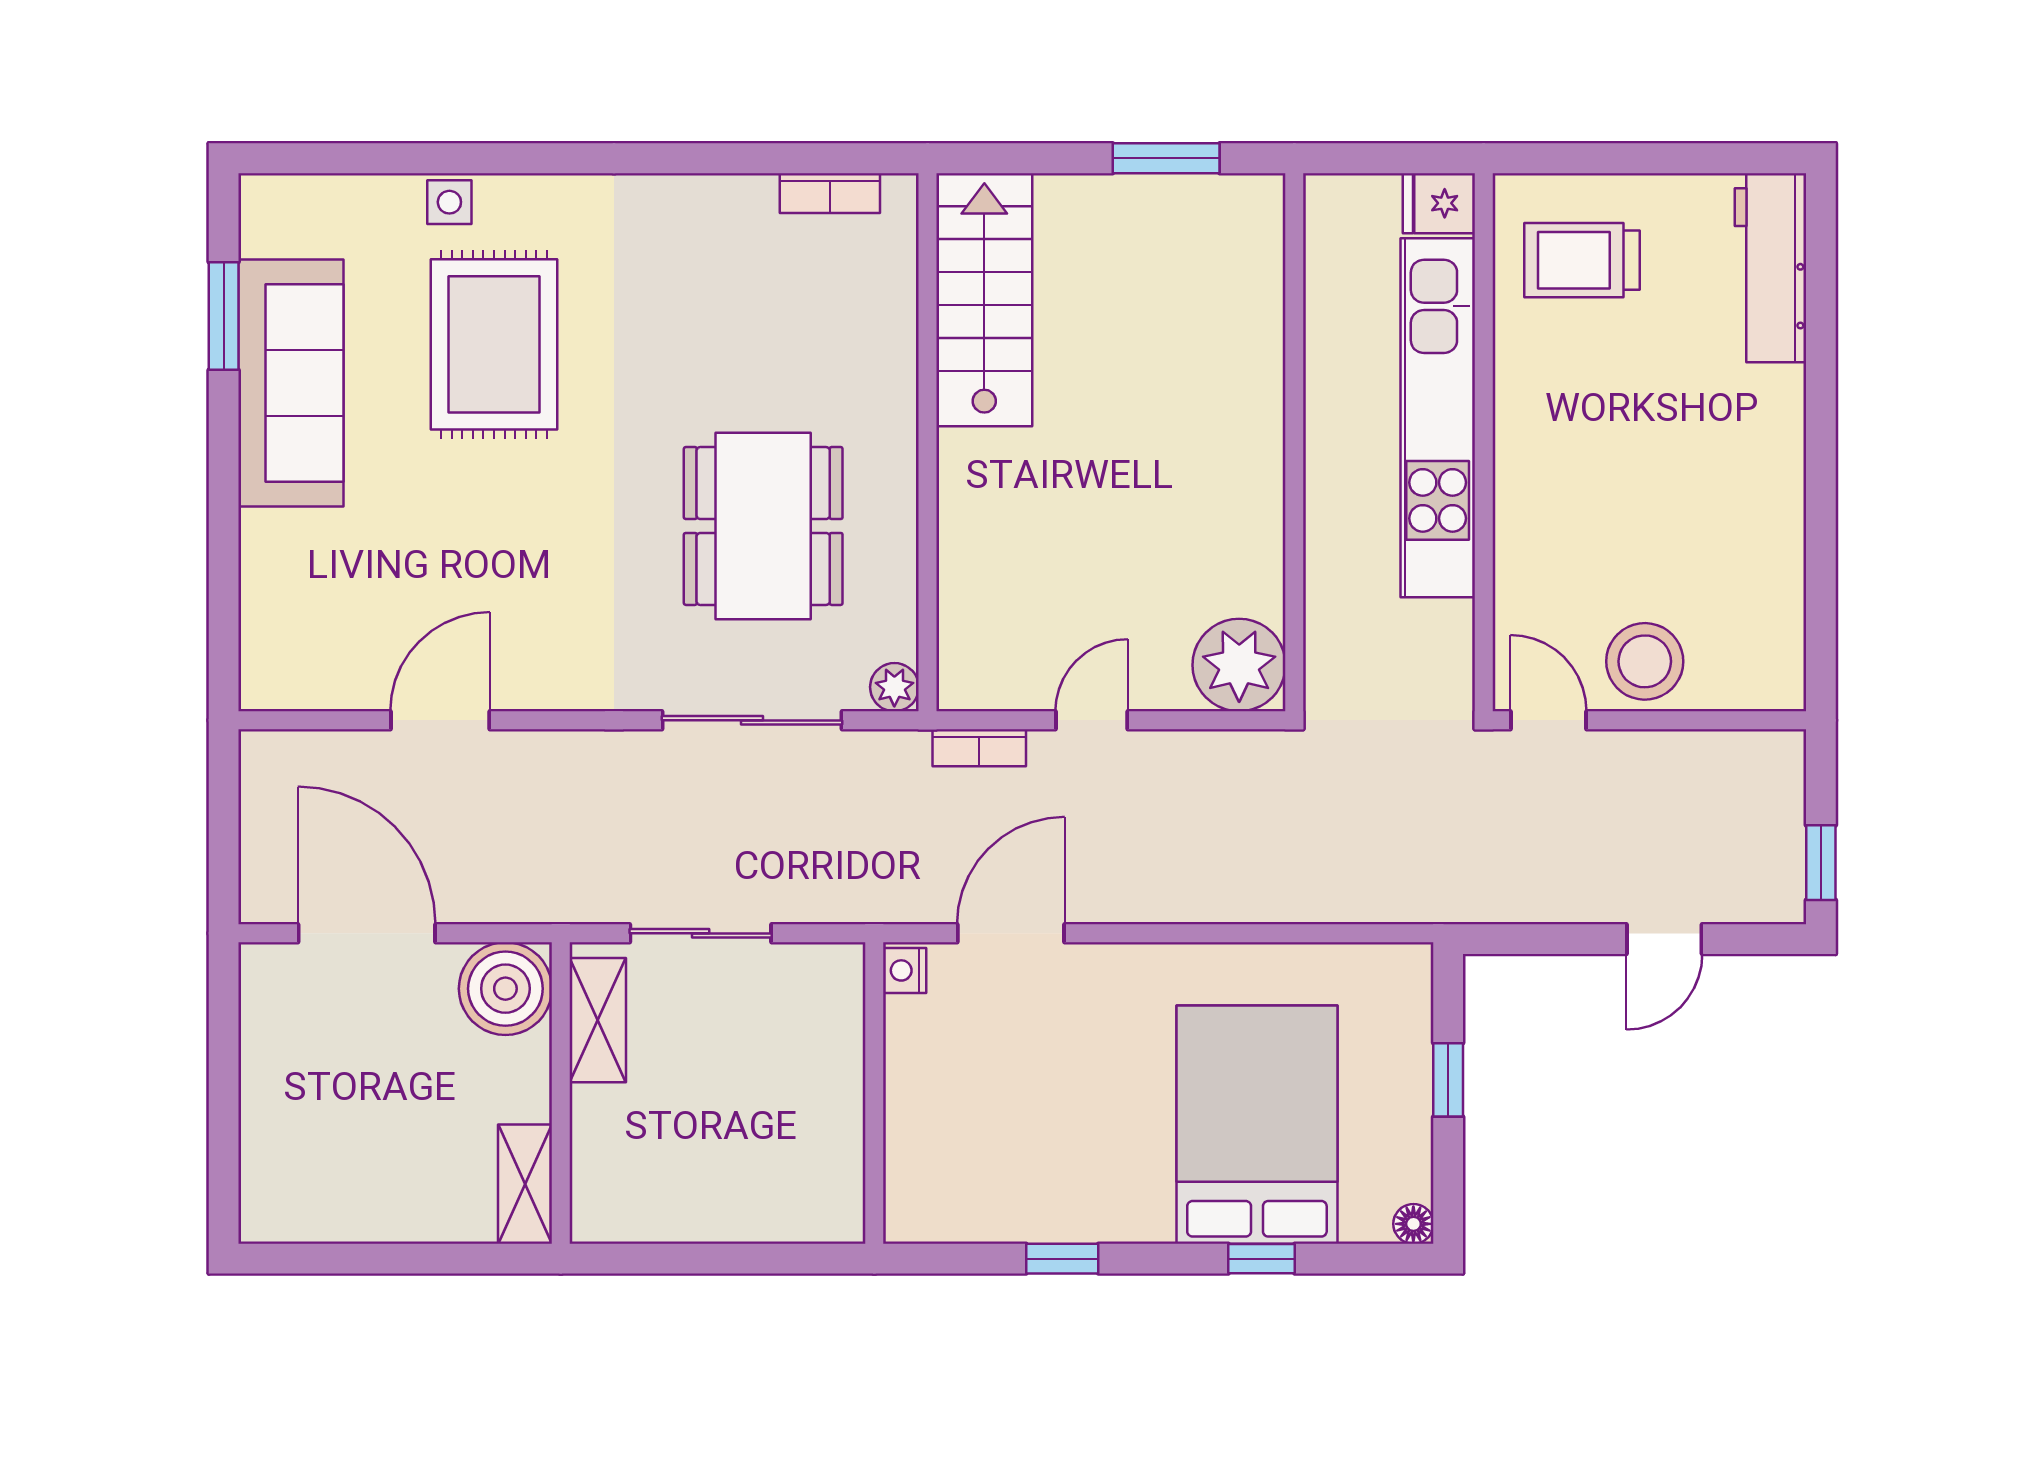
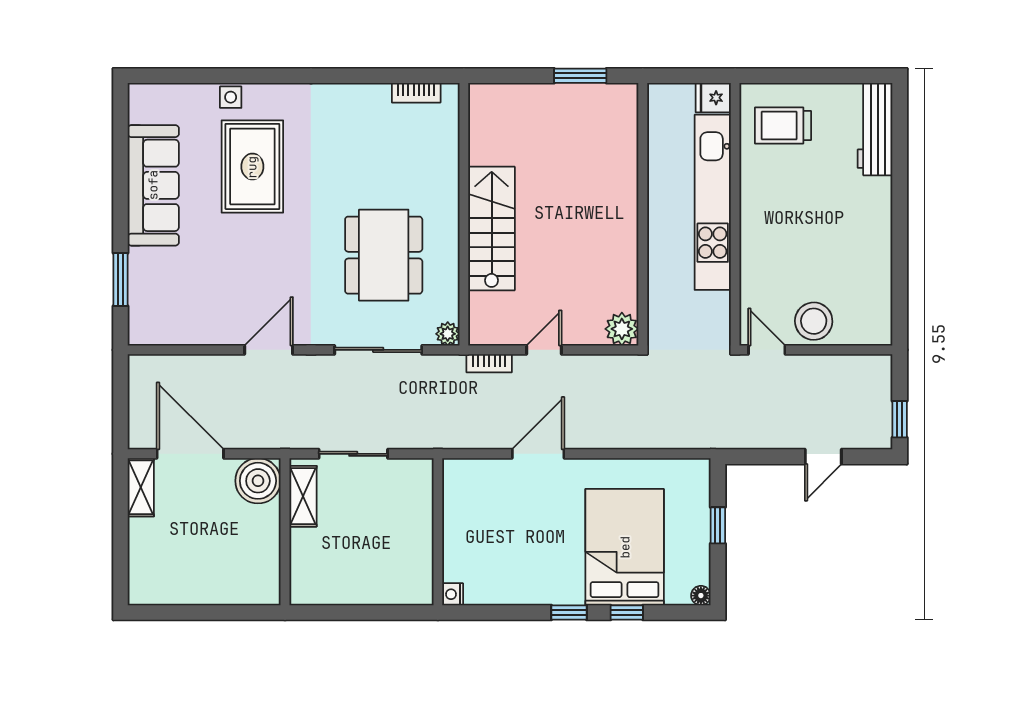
stairs: (984, 300) -> (492, 229), moved
window: (224, 316) -> (120, 280), moved
plant: (1239, 665) -> (622, 329), width x0.73, depth x0.73
door: (440, 720) -> (269, 350), moved
door: (1011, 933) -> (538, 454), moved
nightstand: (905, 970) -> (453, 594), moved
shelving: (525, 1184) -> (141, 487), moved
window: (1062, 1259) -> (569, 612), moved

